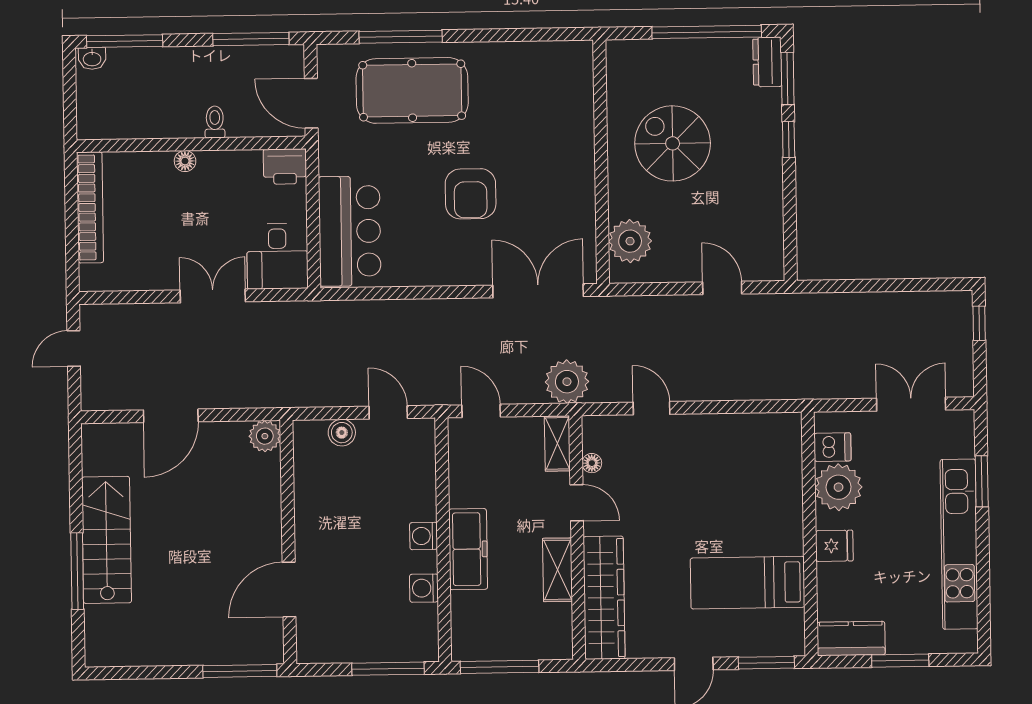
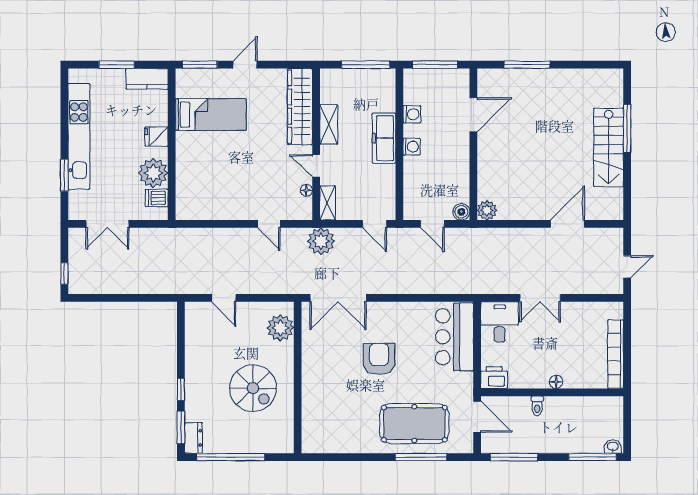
plant: (265, 436) -> (487, 210), moved
wall: (288, 542) -> (473, 144), moved
door: (289, 590) -> (473, 115), moved

